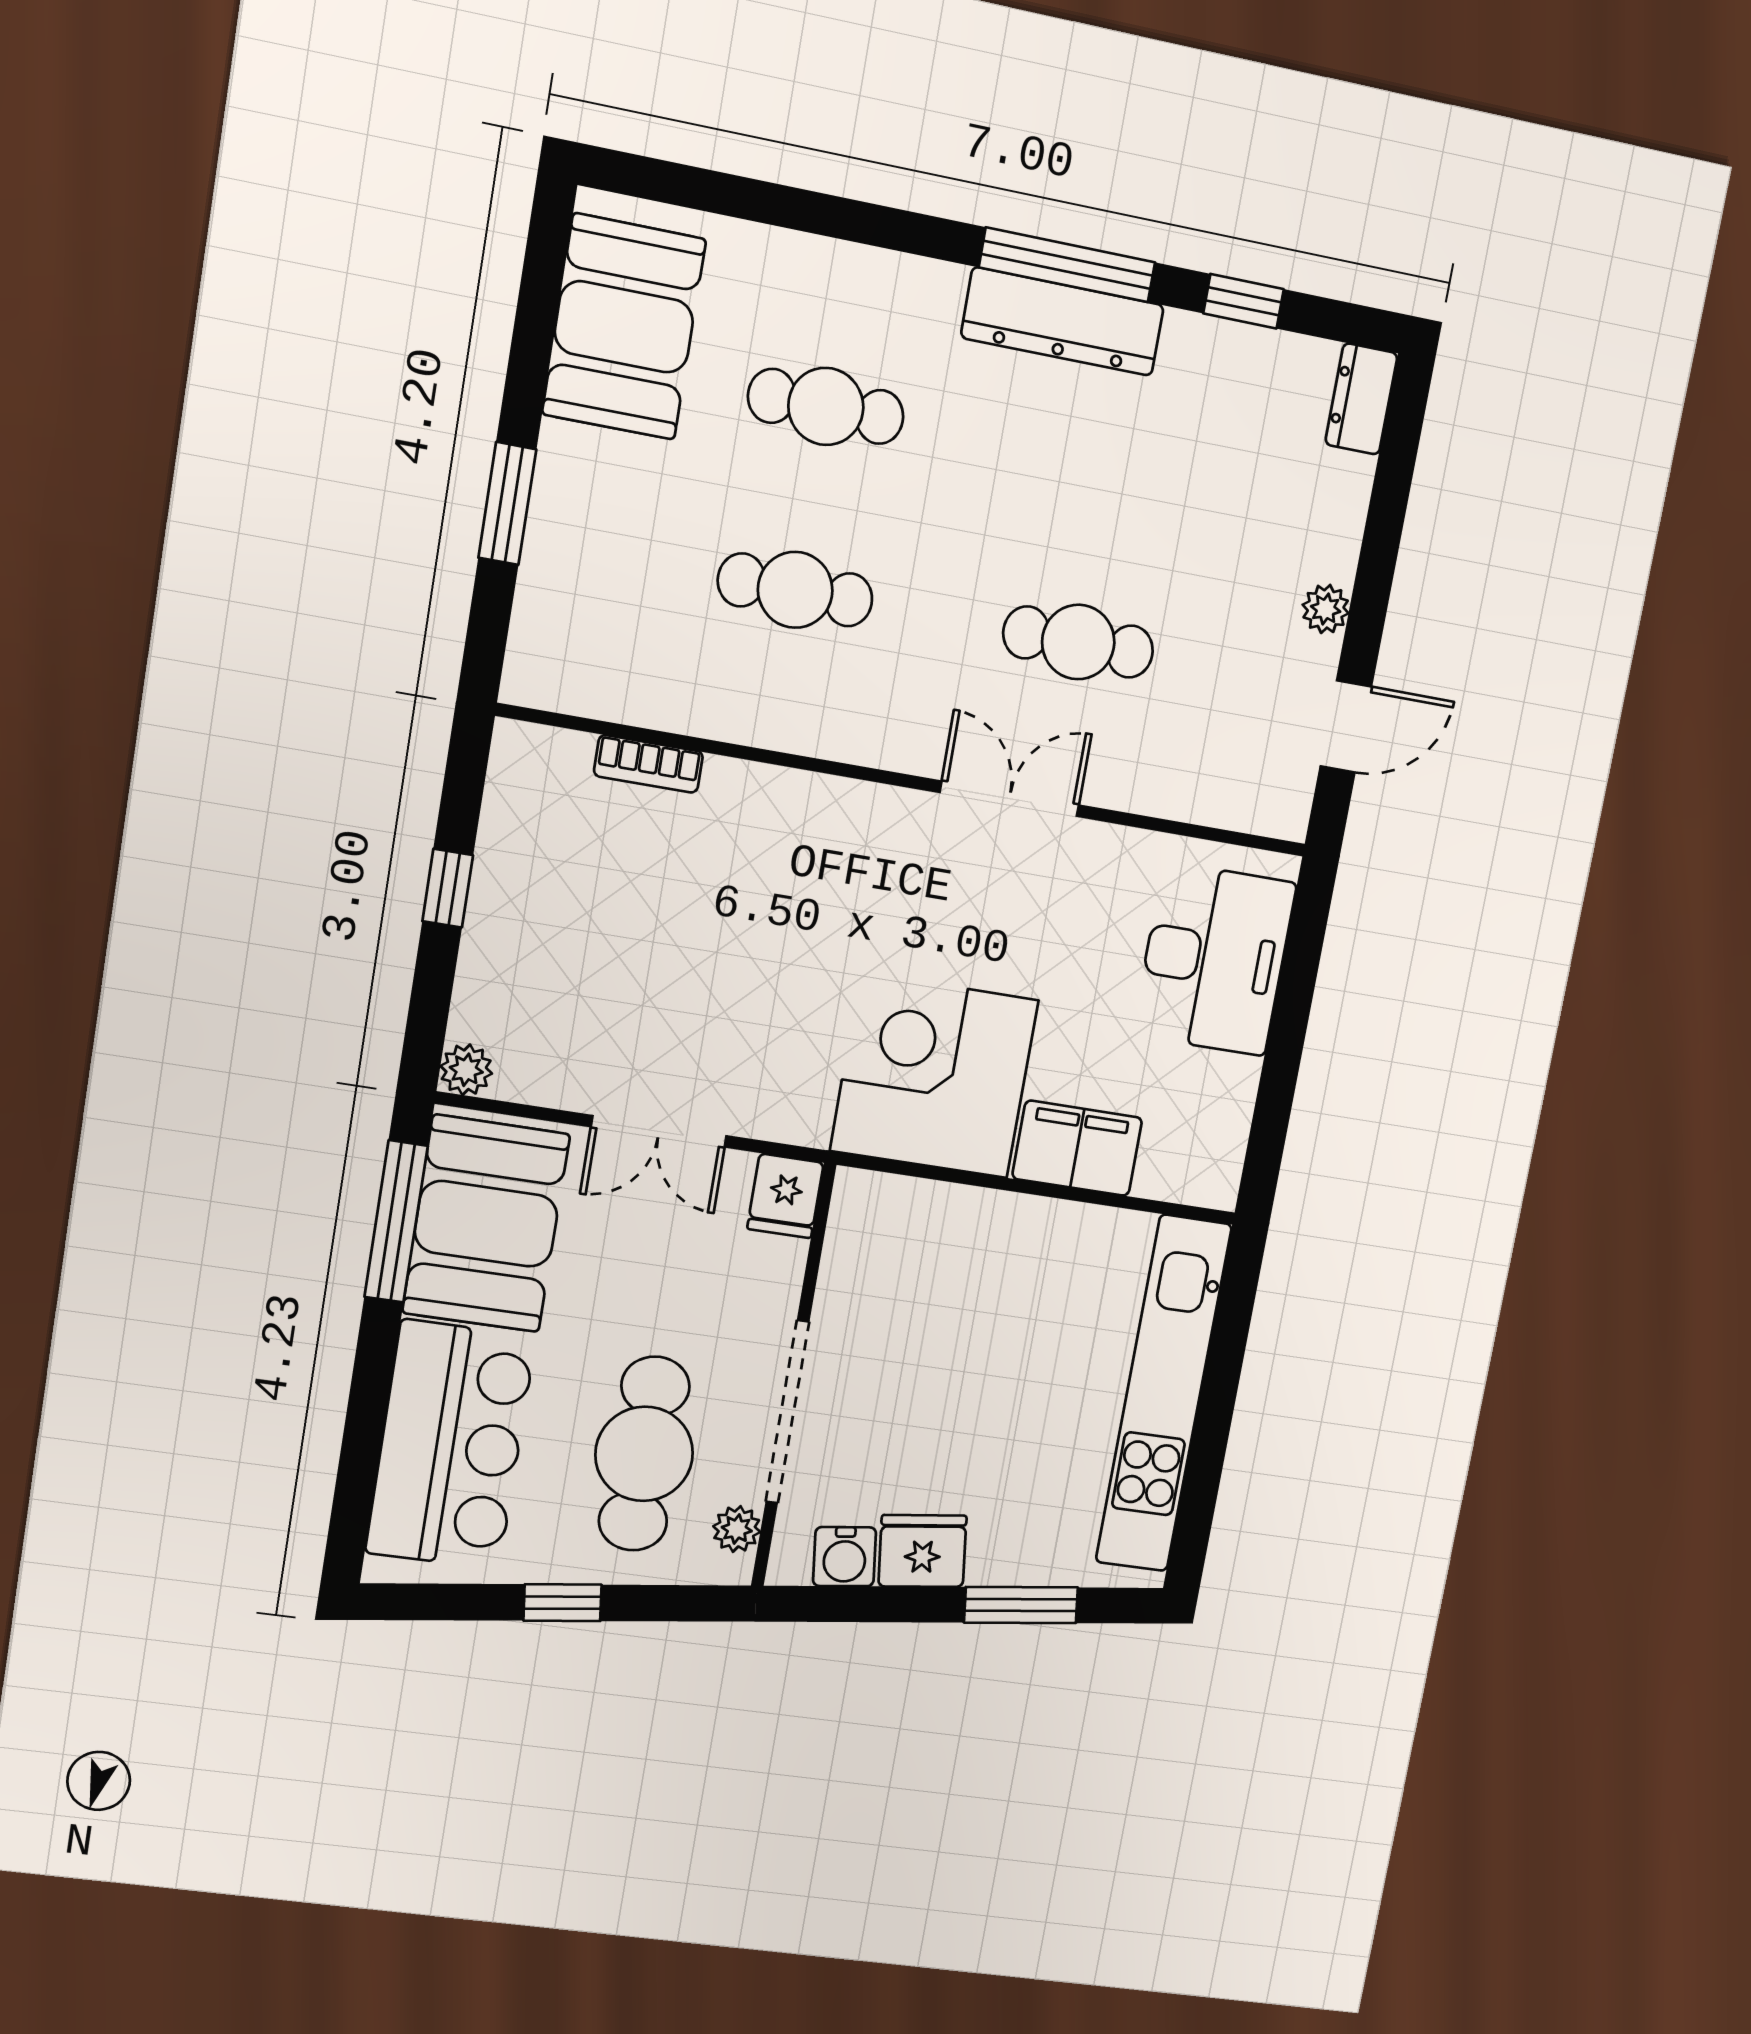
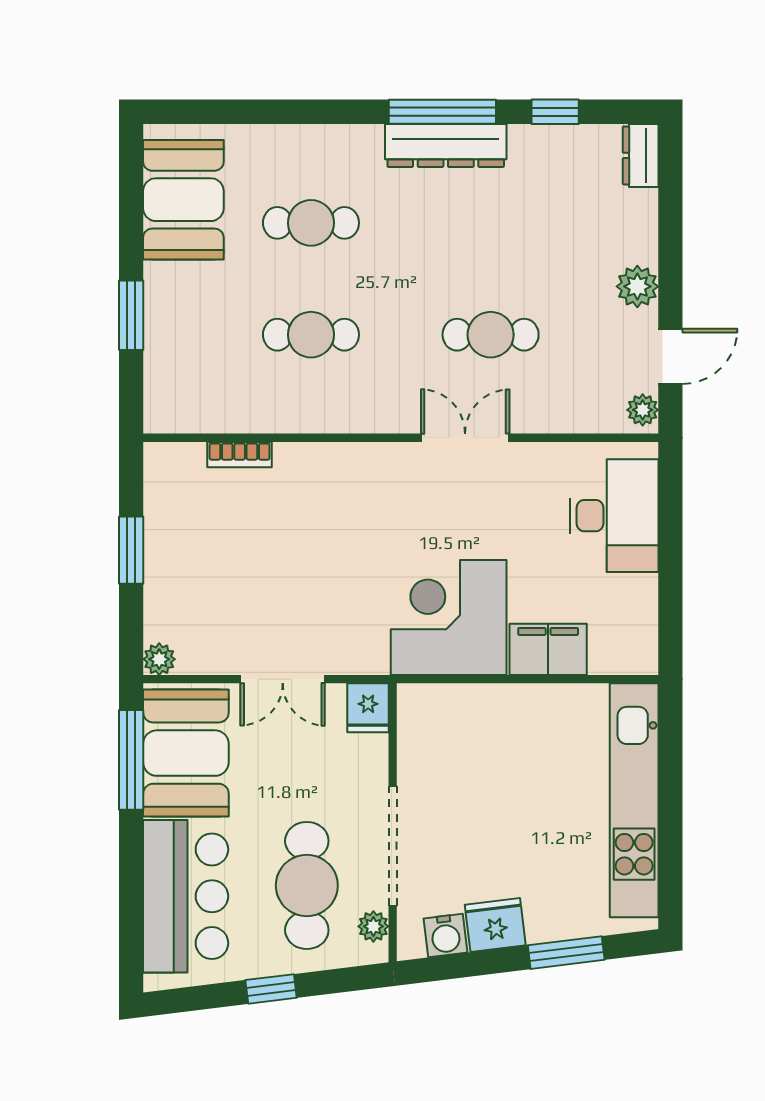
plant: (1326, 609) -> (637, 286), width x1.38, depth x1.38
plant: (1288, 803) -> (643, 410), added
window: (448, 888) -> (131, 550), width x1.50

